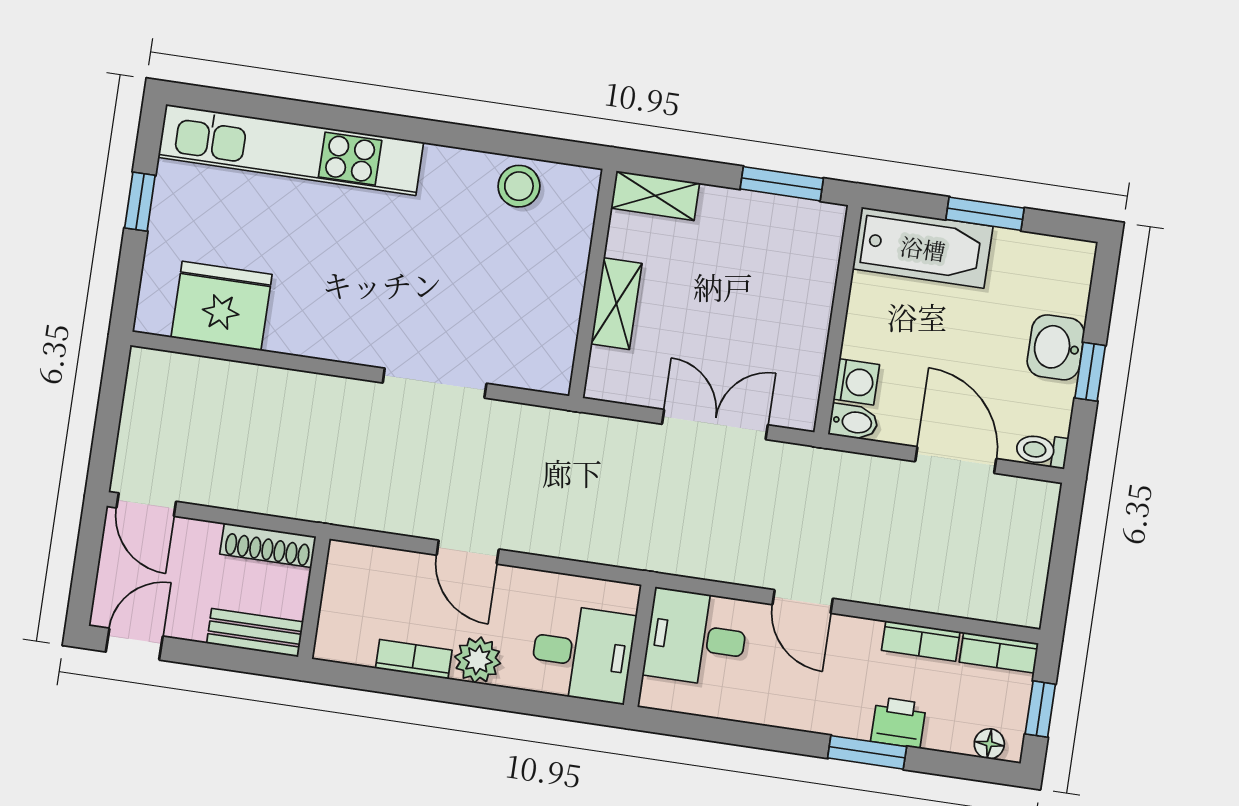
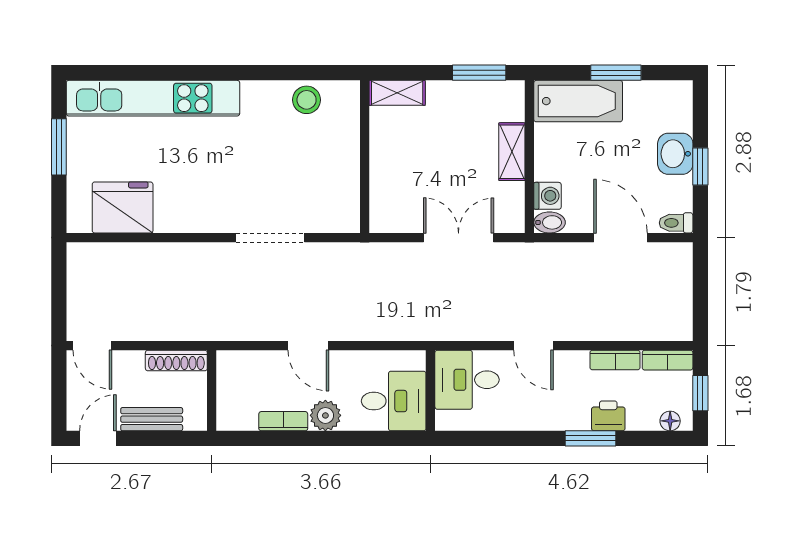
window: (140, 202) -> (59, 147), width x1.50
shelving: (616, 304) -> (512, 152), moved
bench: (255, 633) -> (152, 419), moved

